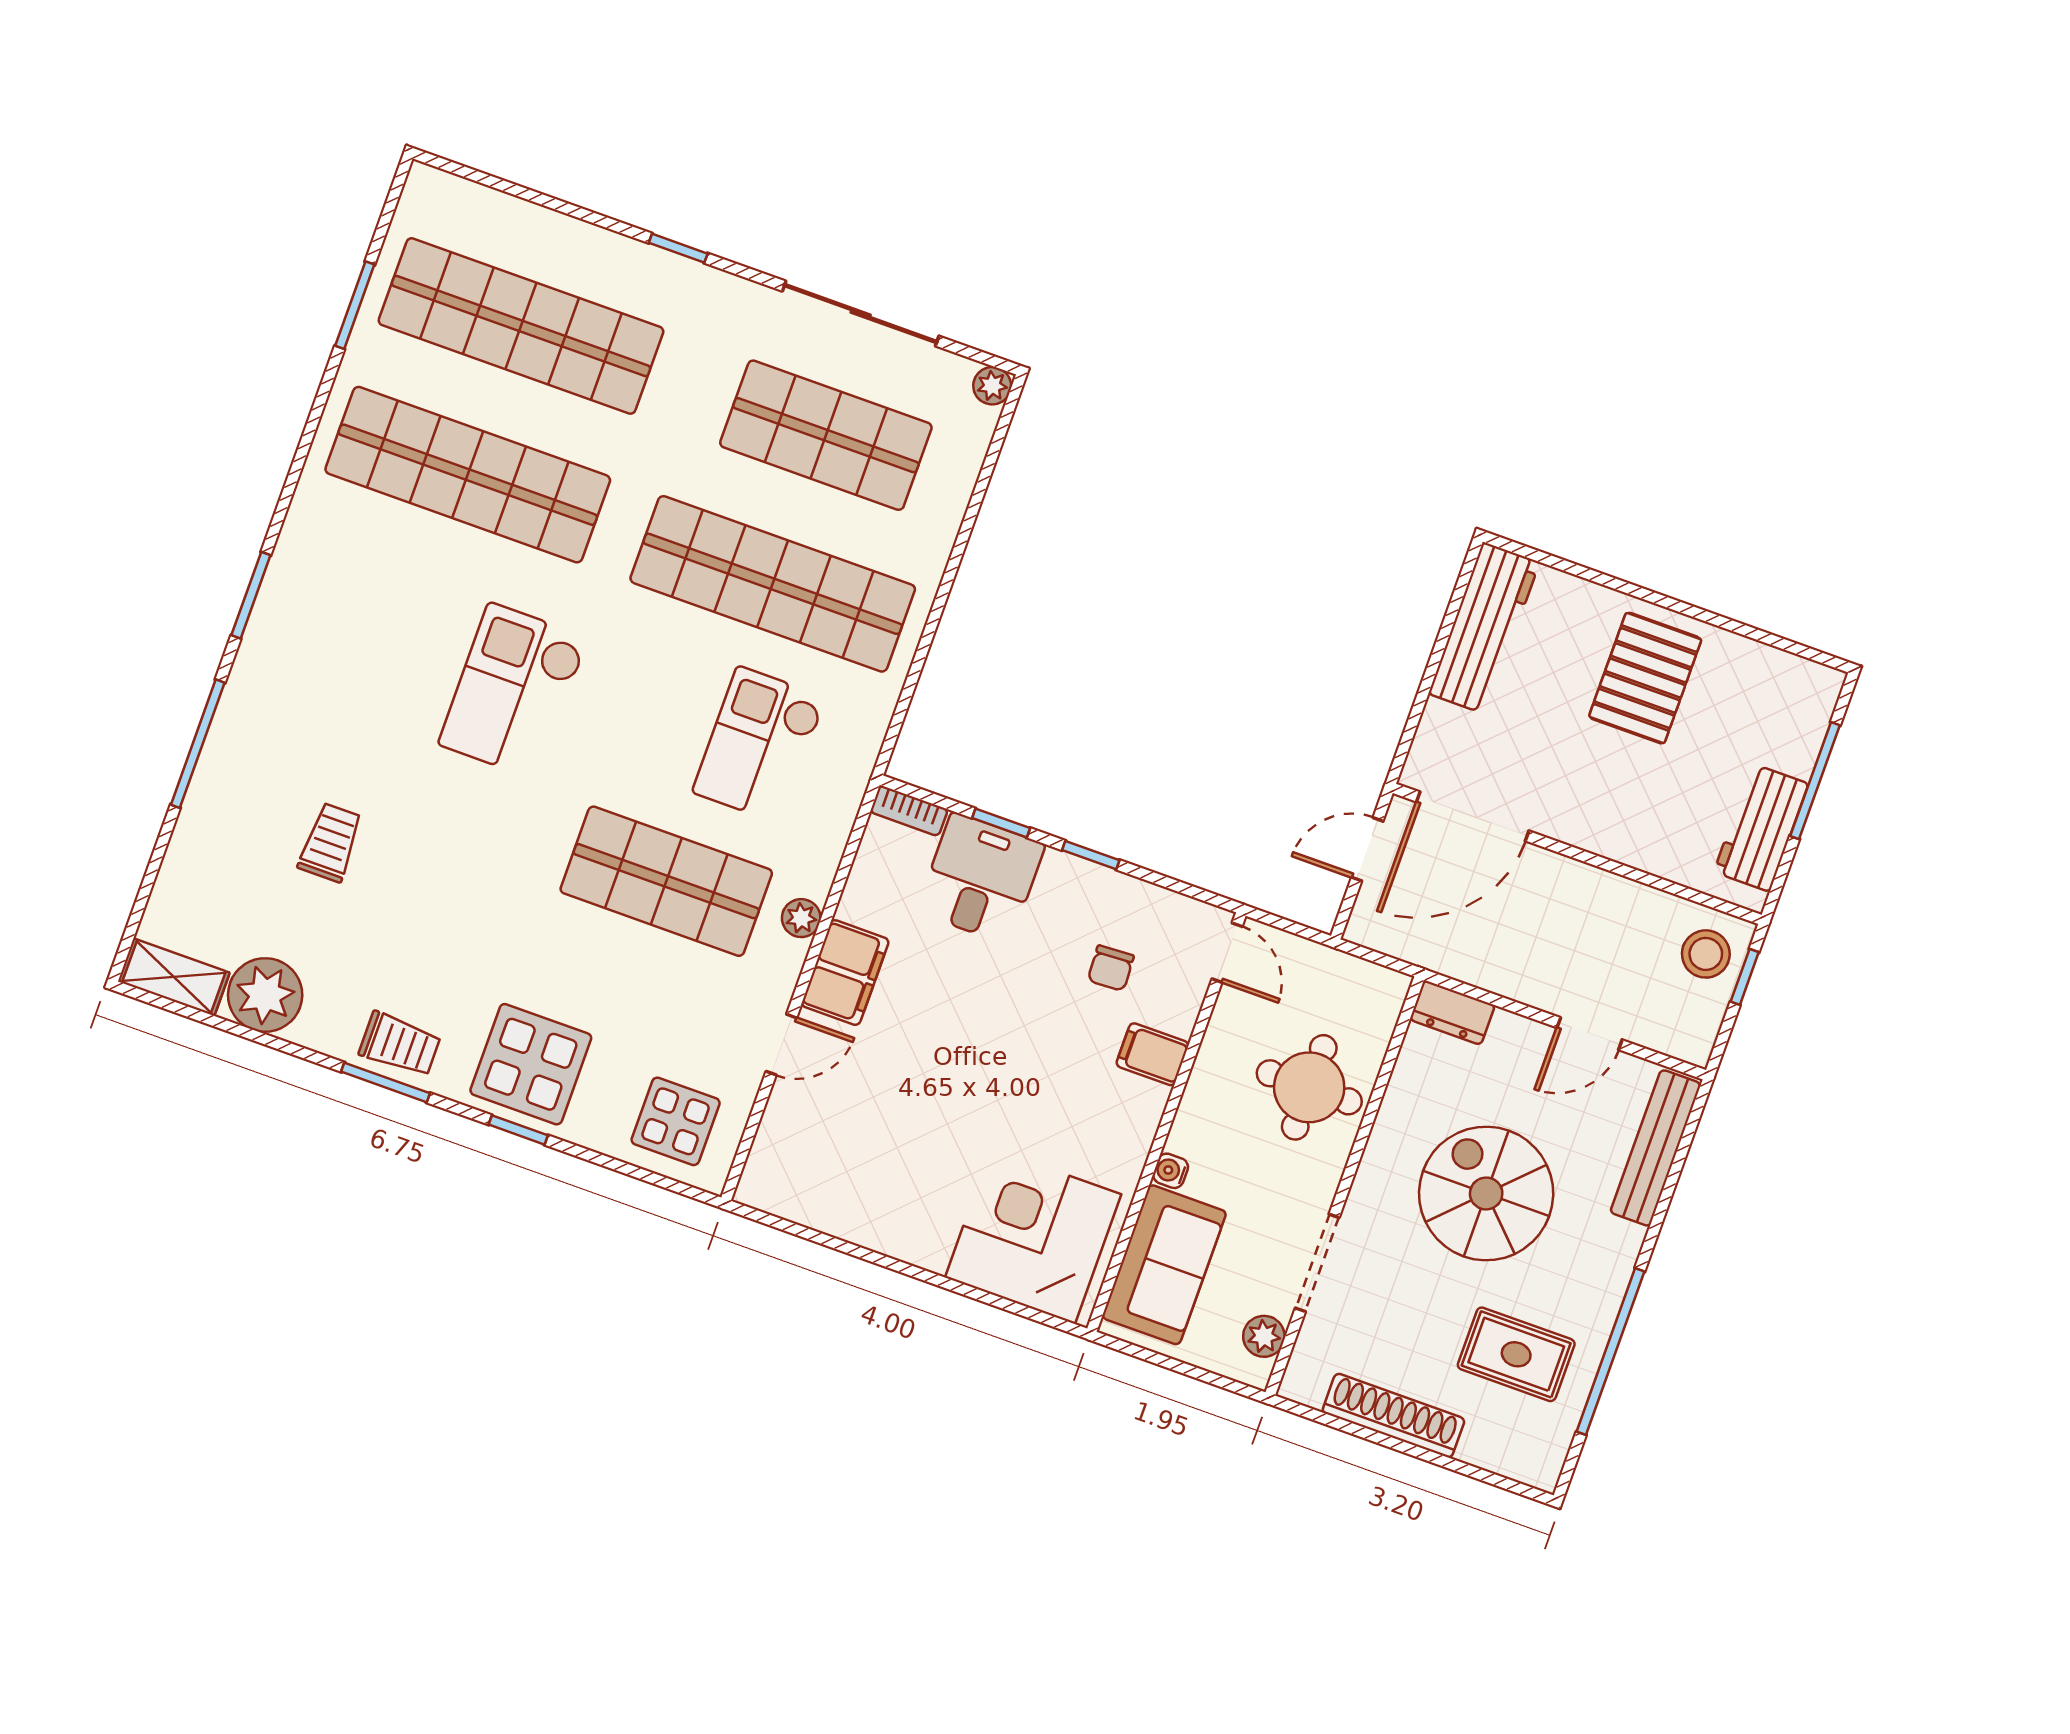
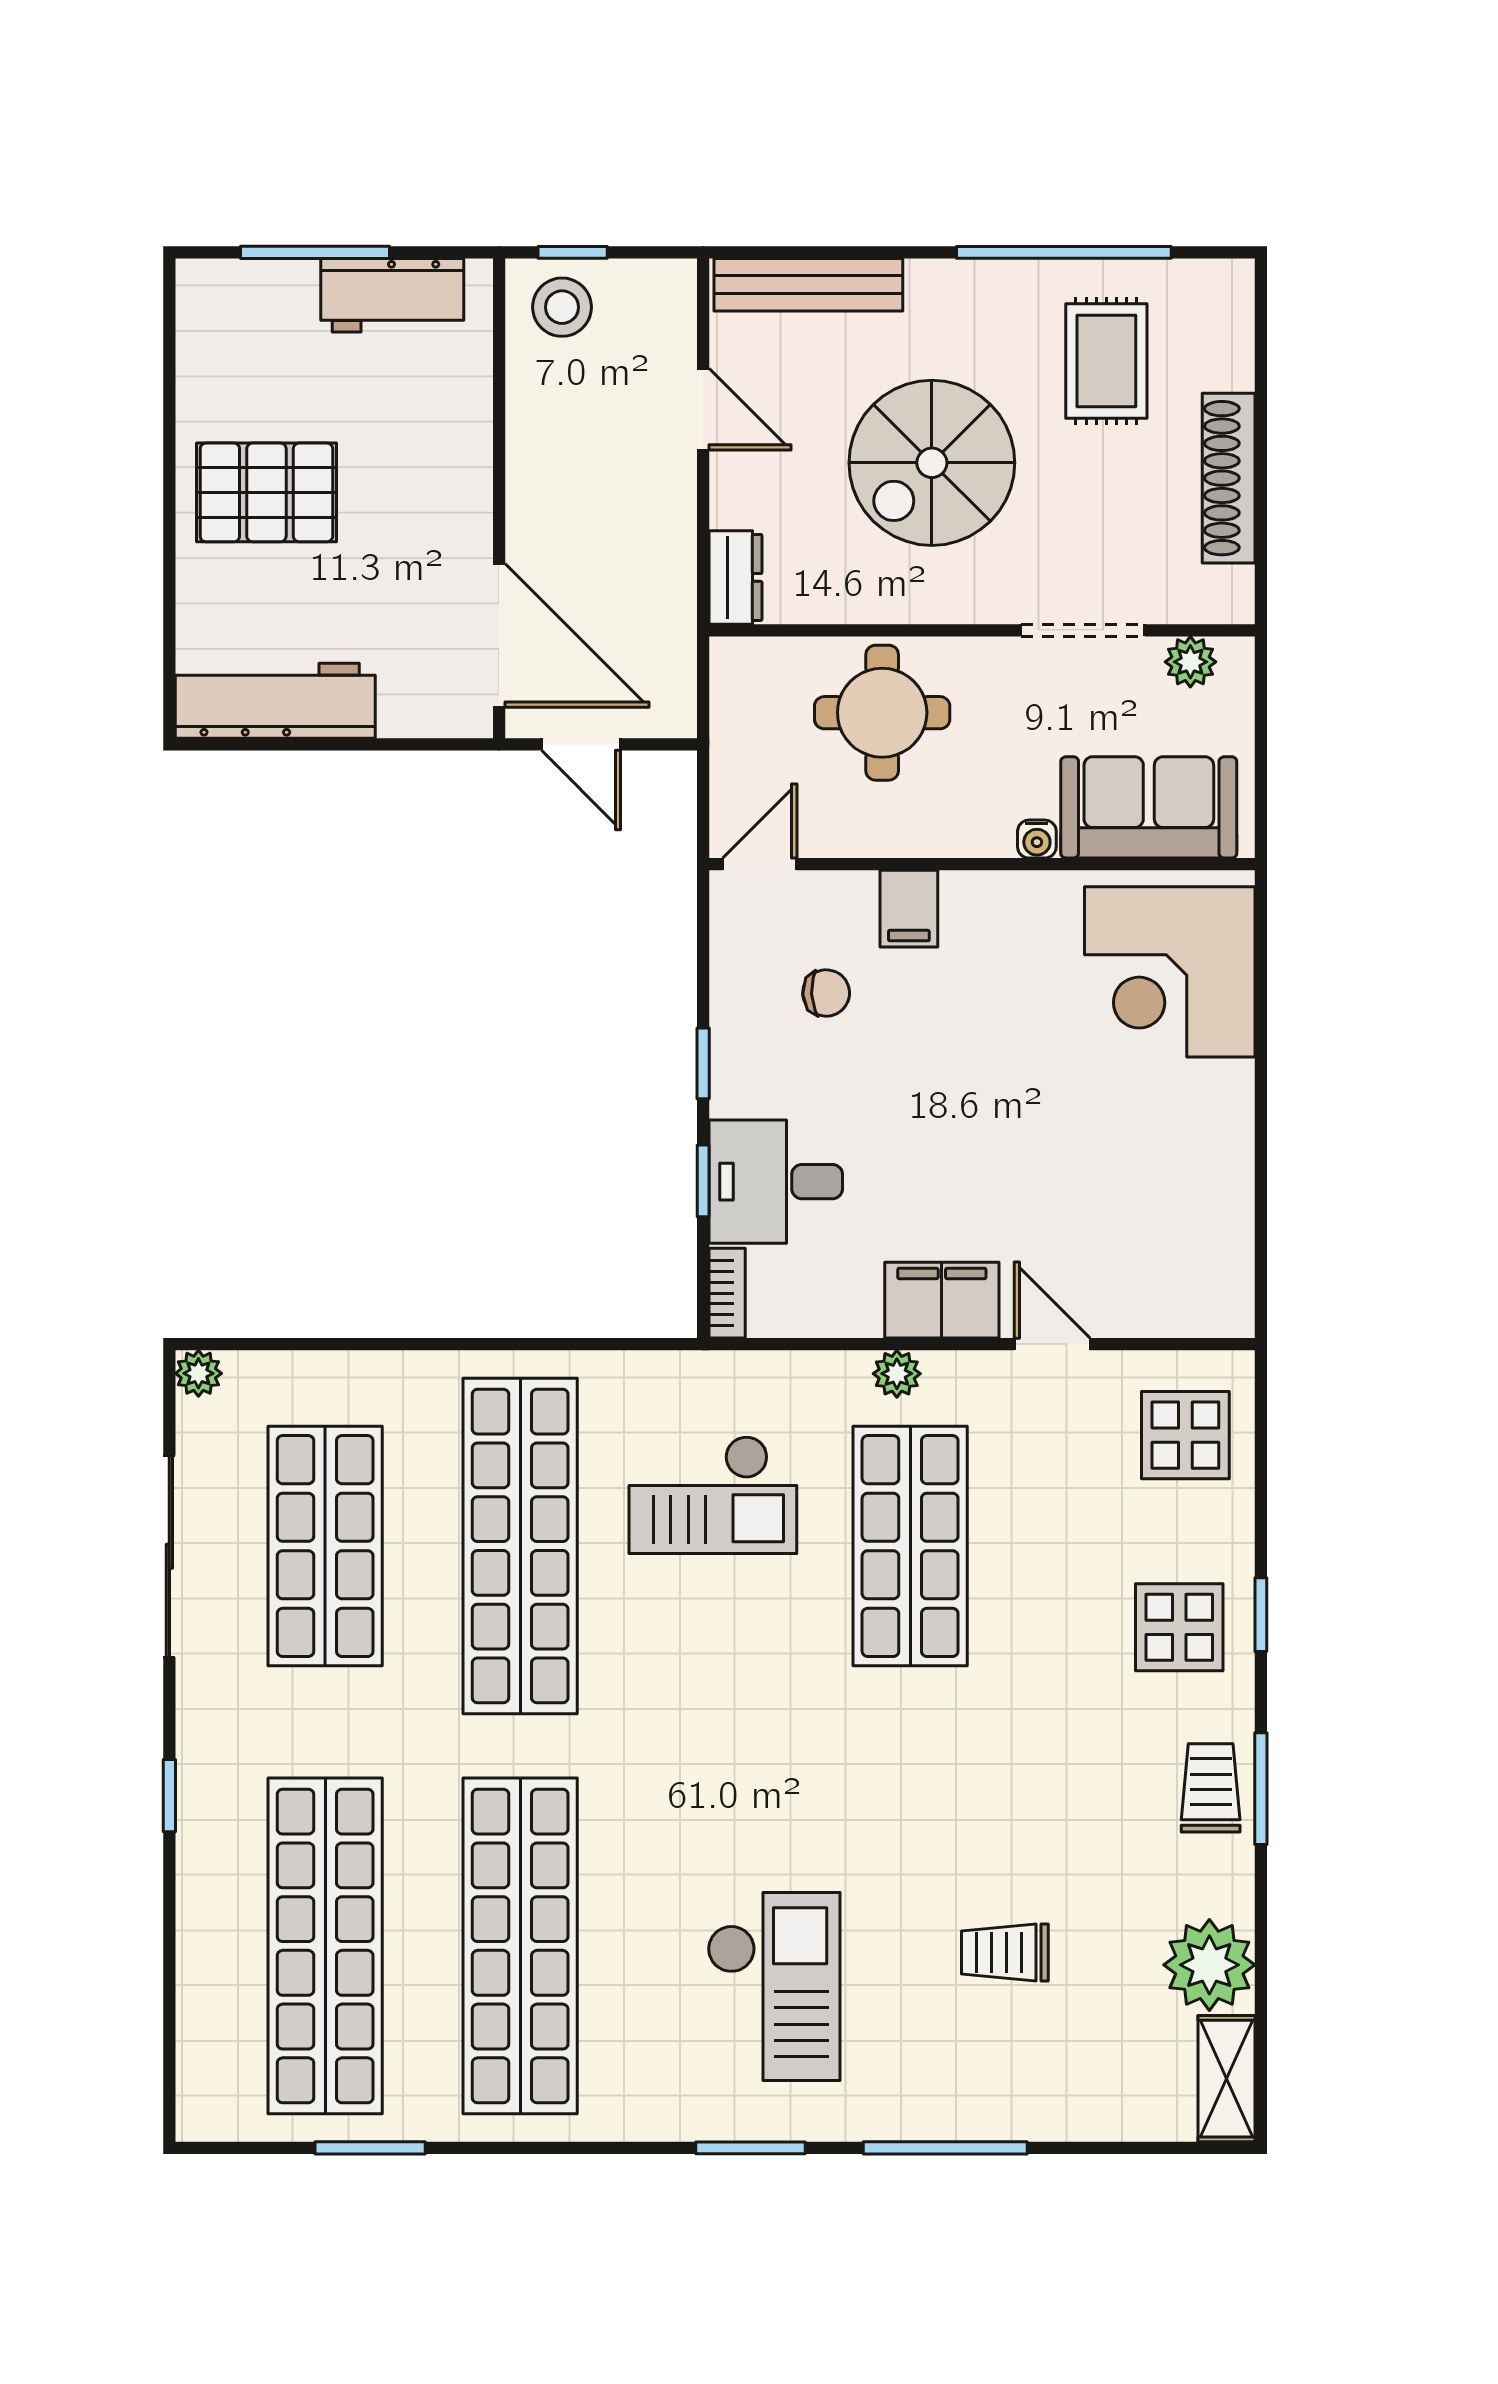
checkout: (513, 691) -> (774, 1987), moved, turned -90
display table: (531, 1064) -> (1179, 1627), width x0.73, depth x0.73

